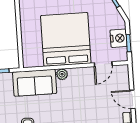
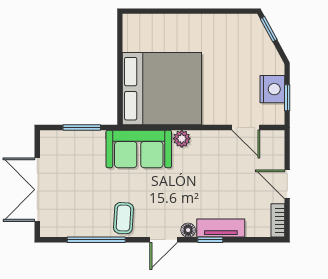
bed: (66, 39) -> (162, 89), moved, turned 90
door: (103, 64) -> (246, 128), hinge flipped

